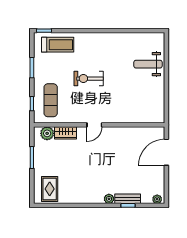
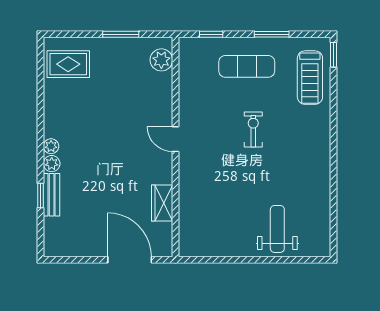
exercise bike: (89, 79) -> (253, 129), width x0.73, depth x0.72
exercise mat: (51, 100) -> (247, 66), moved
wardrobe: (66, 133) -> (162, 203), moved
plant: (157, 199) -> (51, 146), moved

